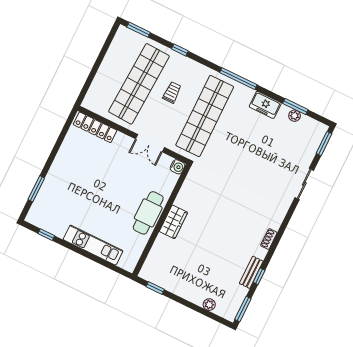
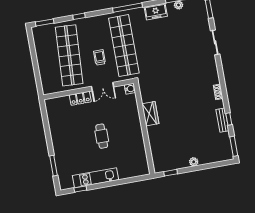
trolley: (172, 92) -> (100, 57), moved
locker: (95, 127) -> (80, 98), moved, width x0.66
cafe table: (148, 213) -> (102, 136), moved, width x0.73, depth x0.74
wardrobe: (173, 222) -> (150, 114), moved
kitchen unit: (93, 245) -> (95, 178), moved
plant: (209, 305) -> (194, 162), moved

